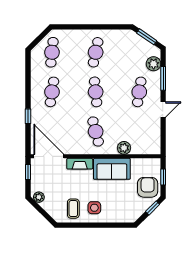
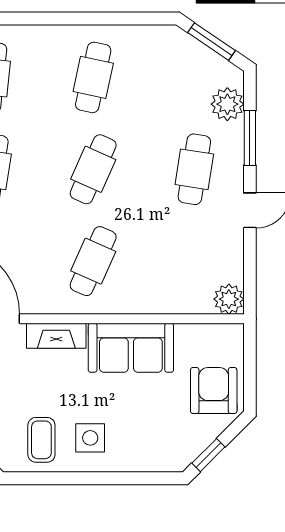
cafe table: (96, 92) -> (93, 169), turned 30
cafe table: (96, 131) -> (93, 261), turned 39
plant: (124, 148) -> (229, 299), moved
window: (163, 177) -> (250, 367), removed
window: (153, 208) -> (208, 455), moved

